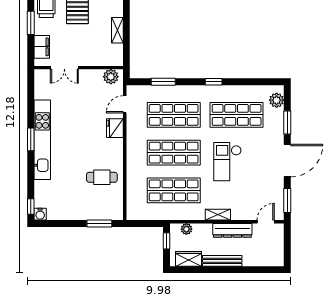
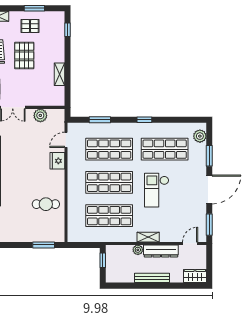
plant: (111, 77) -> (40, 115), moved
plant: (186, 229) -> (138, 250), moved
wardrobe: (189, 259) -> (195, 276), moved

